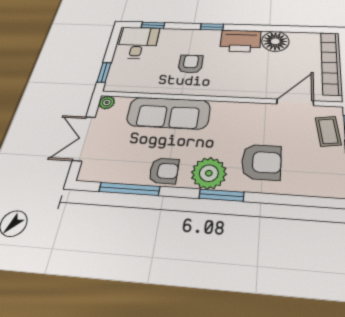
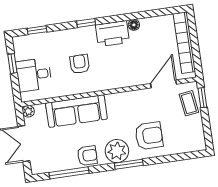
floor lamp: (275, 41) -> (134, 25), width x0.53, depth x0.53
desk: (138, 43) -> (34, 75), moved, turned -90
window: (104, 72) -> (12, 64), moved

